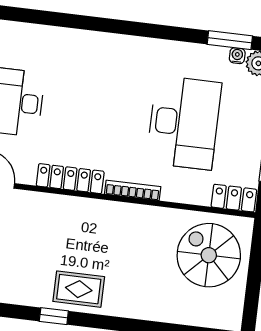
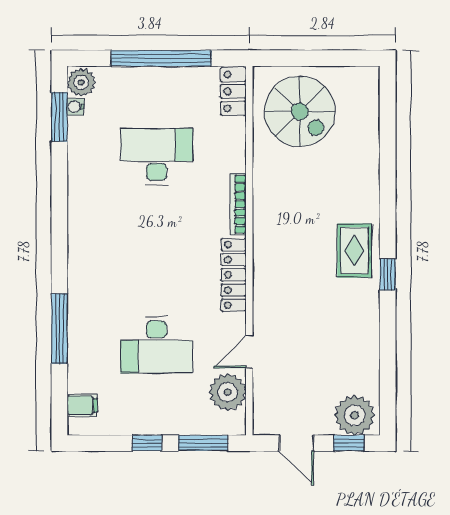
window: (41, 17) -> (59, 329), added
desk: (184, 123) -> (157, 157), width x0.73, depth x0.77
spiral stairs: (209, 255) -> (300, 111), turned -90

